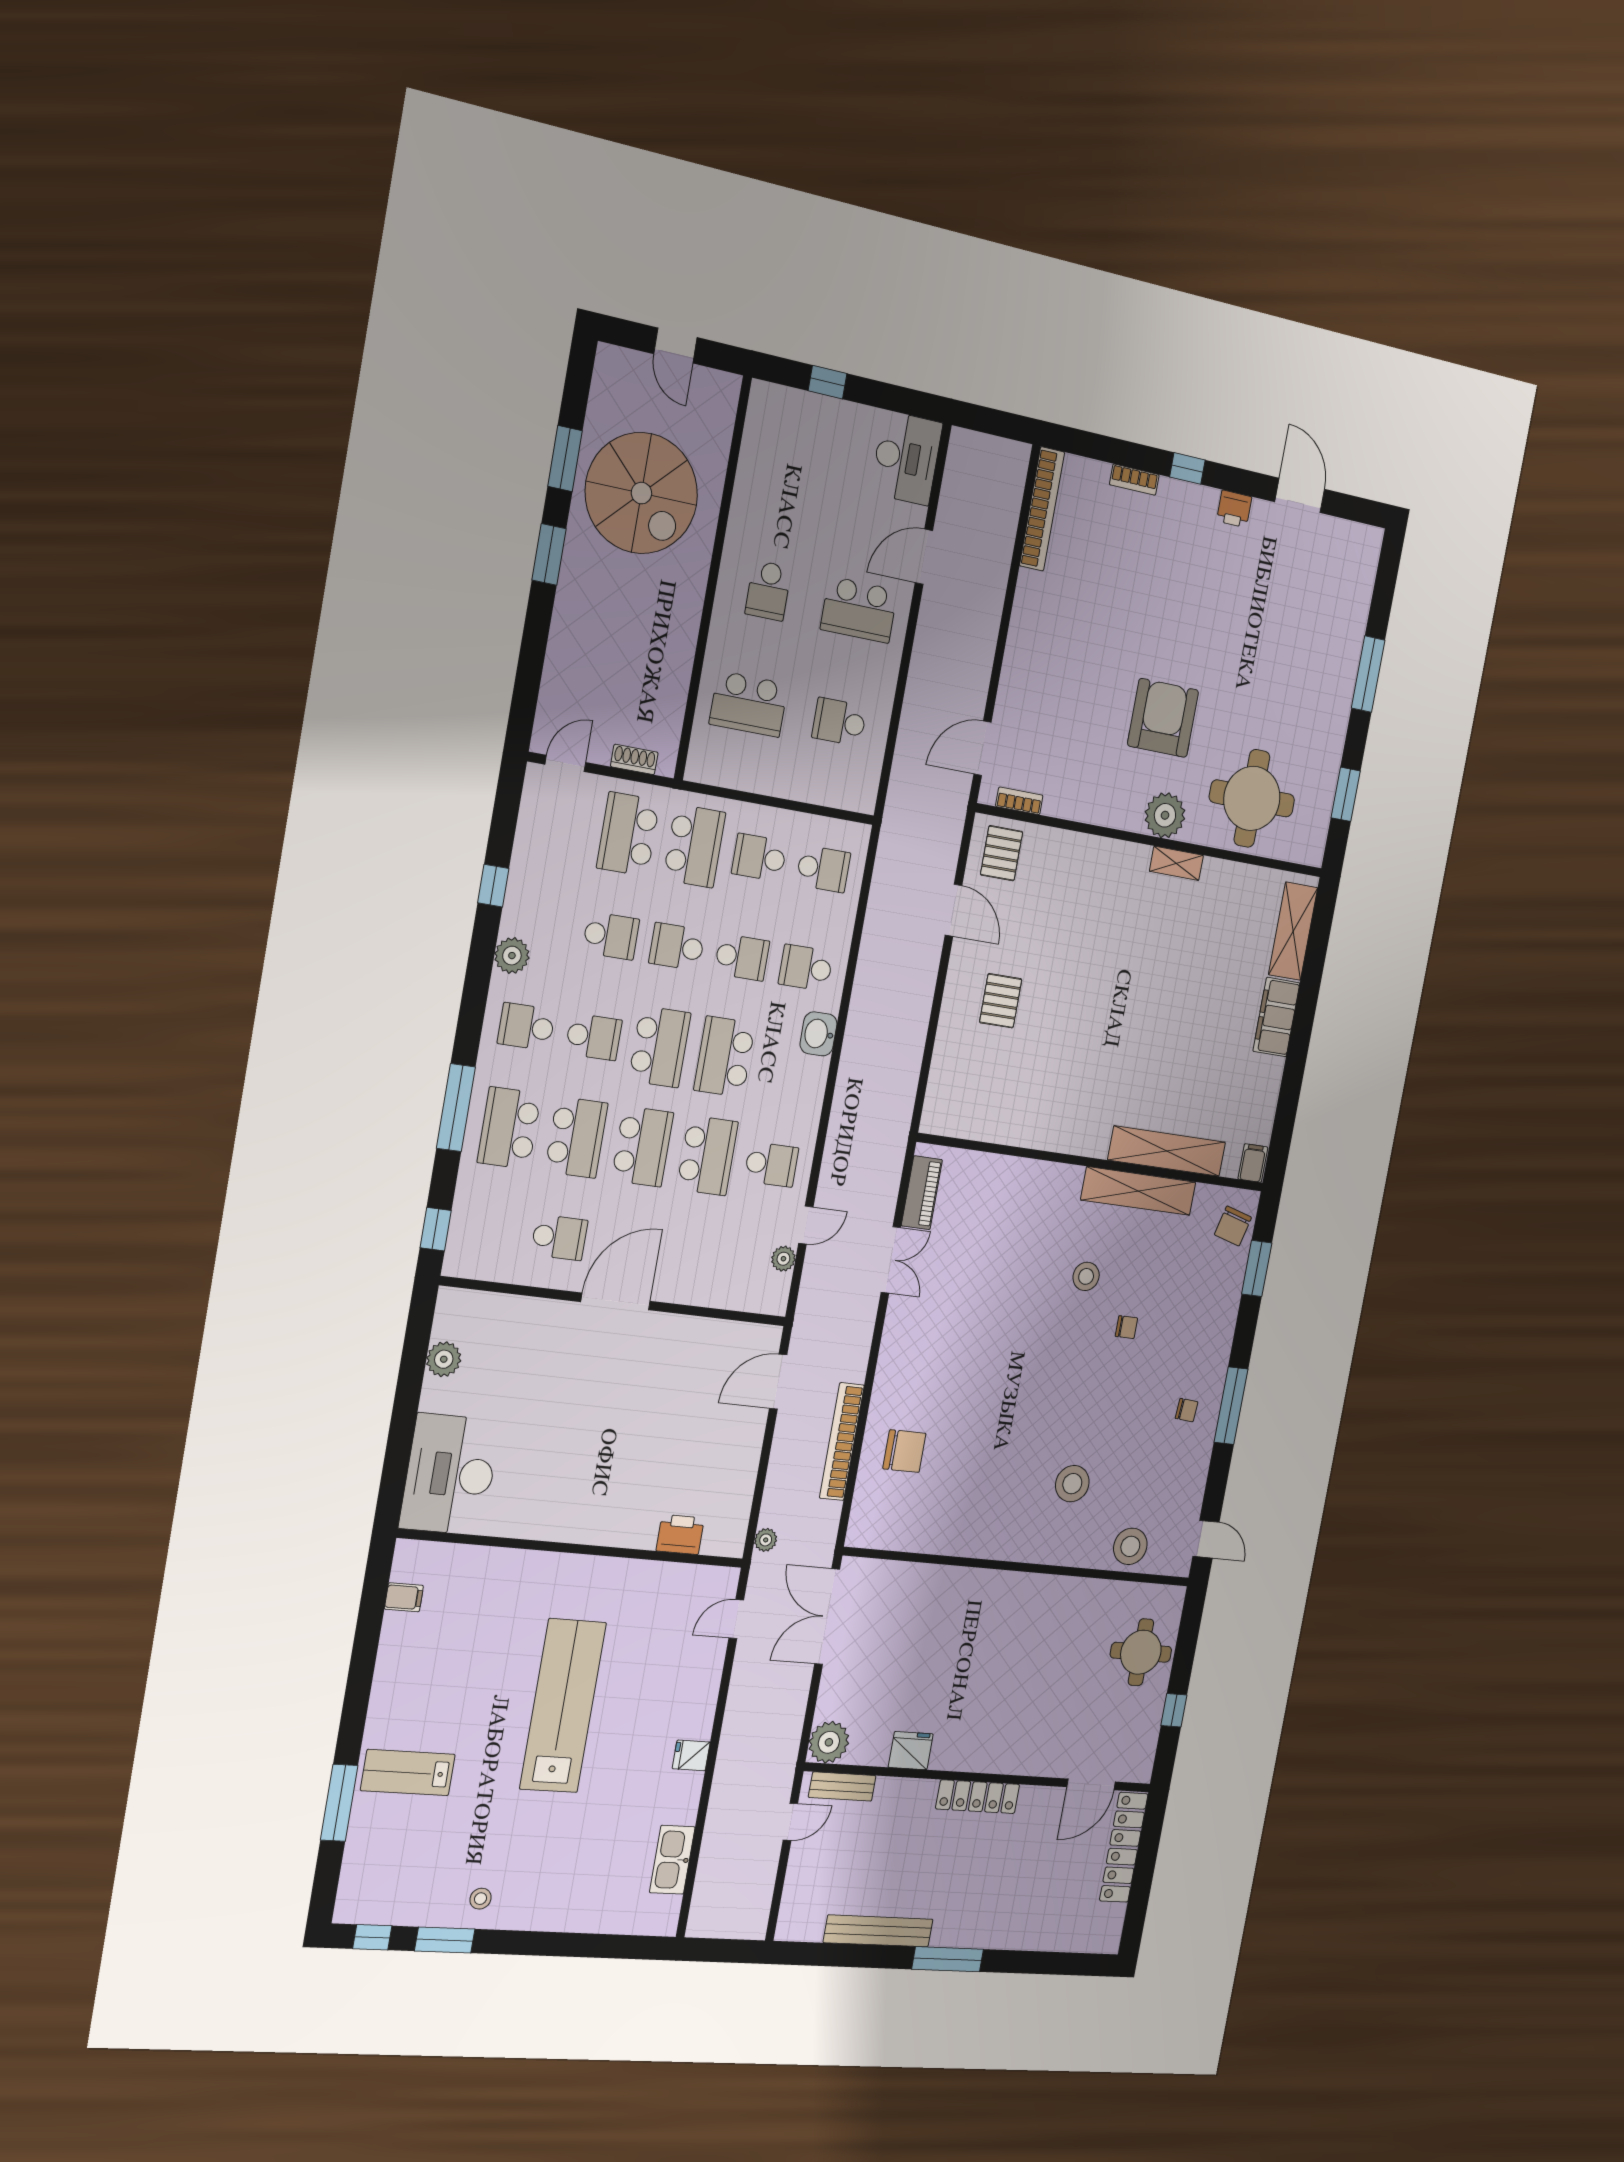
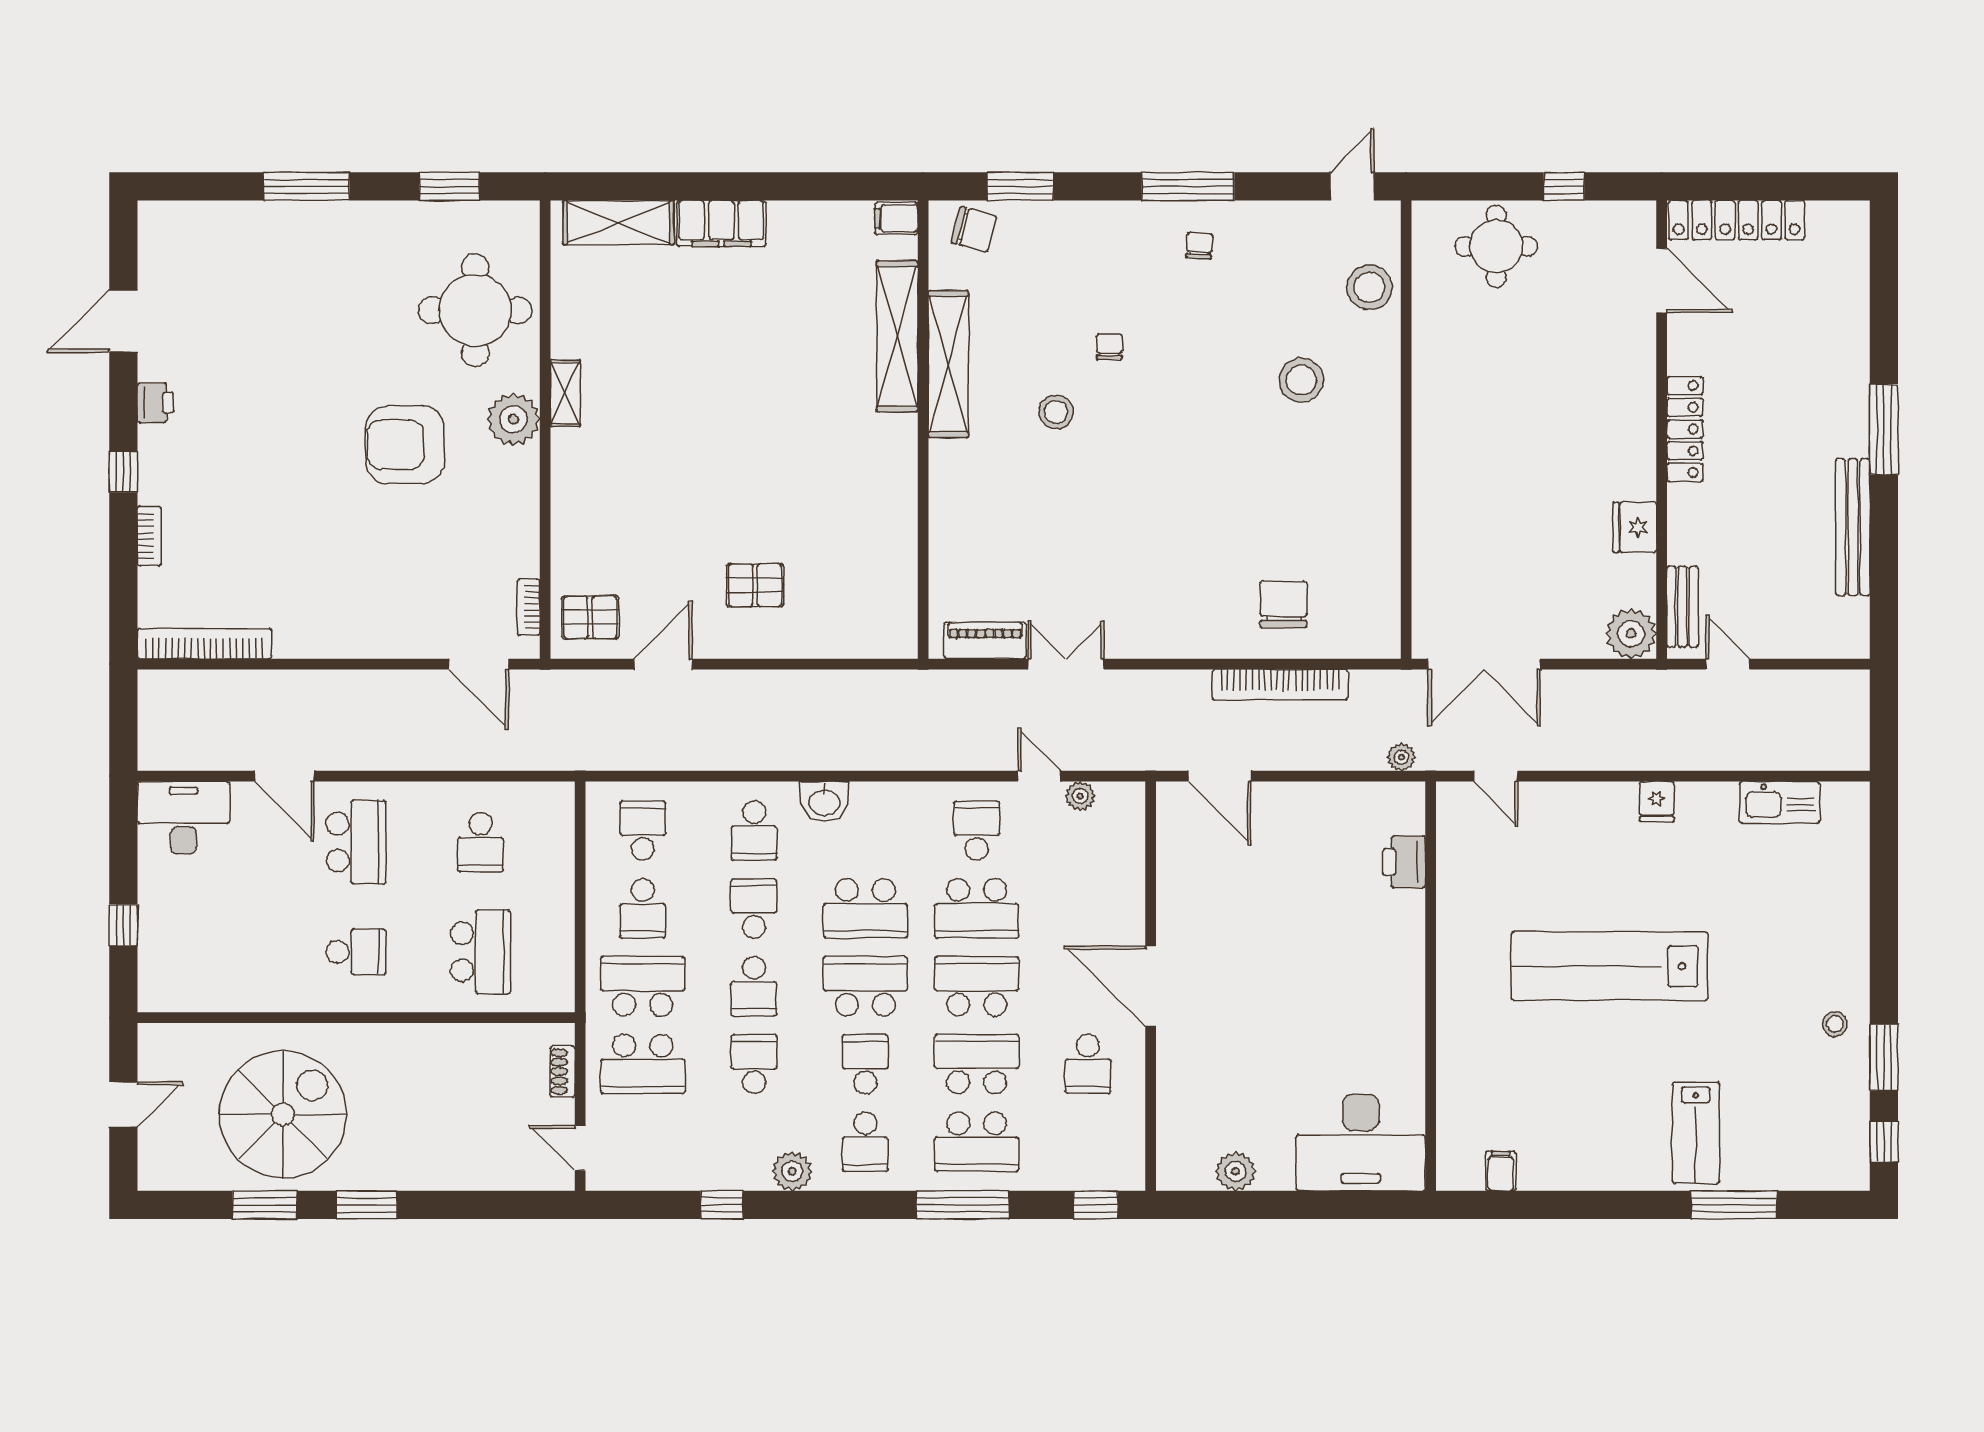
school desk: (707, 1156) -> (977, 908), turned 180
school desk: (559, 1237) -> (1088, 1064), turned 180

